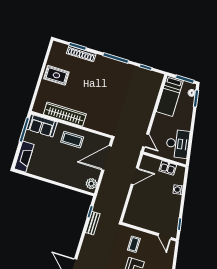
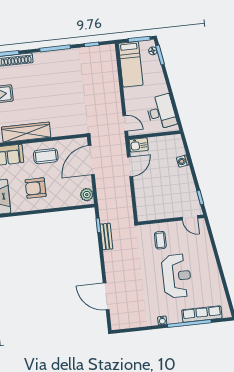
armchair: (53, 161) -> (36, 188), added
kitchen sink: (168, 168) -> (139, 145), moved

